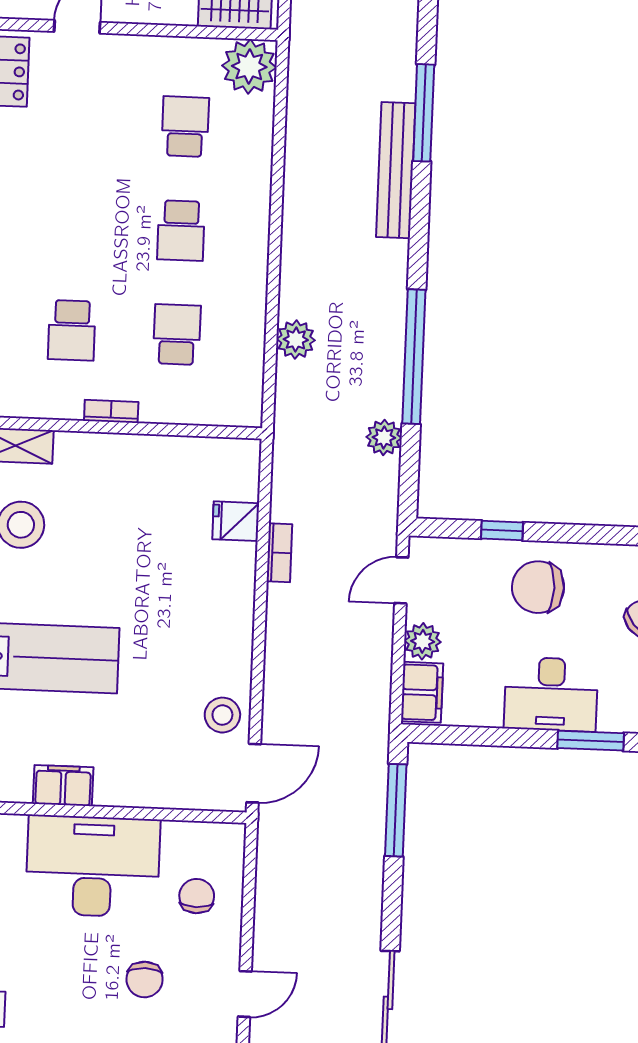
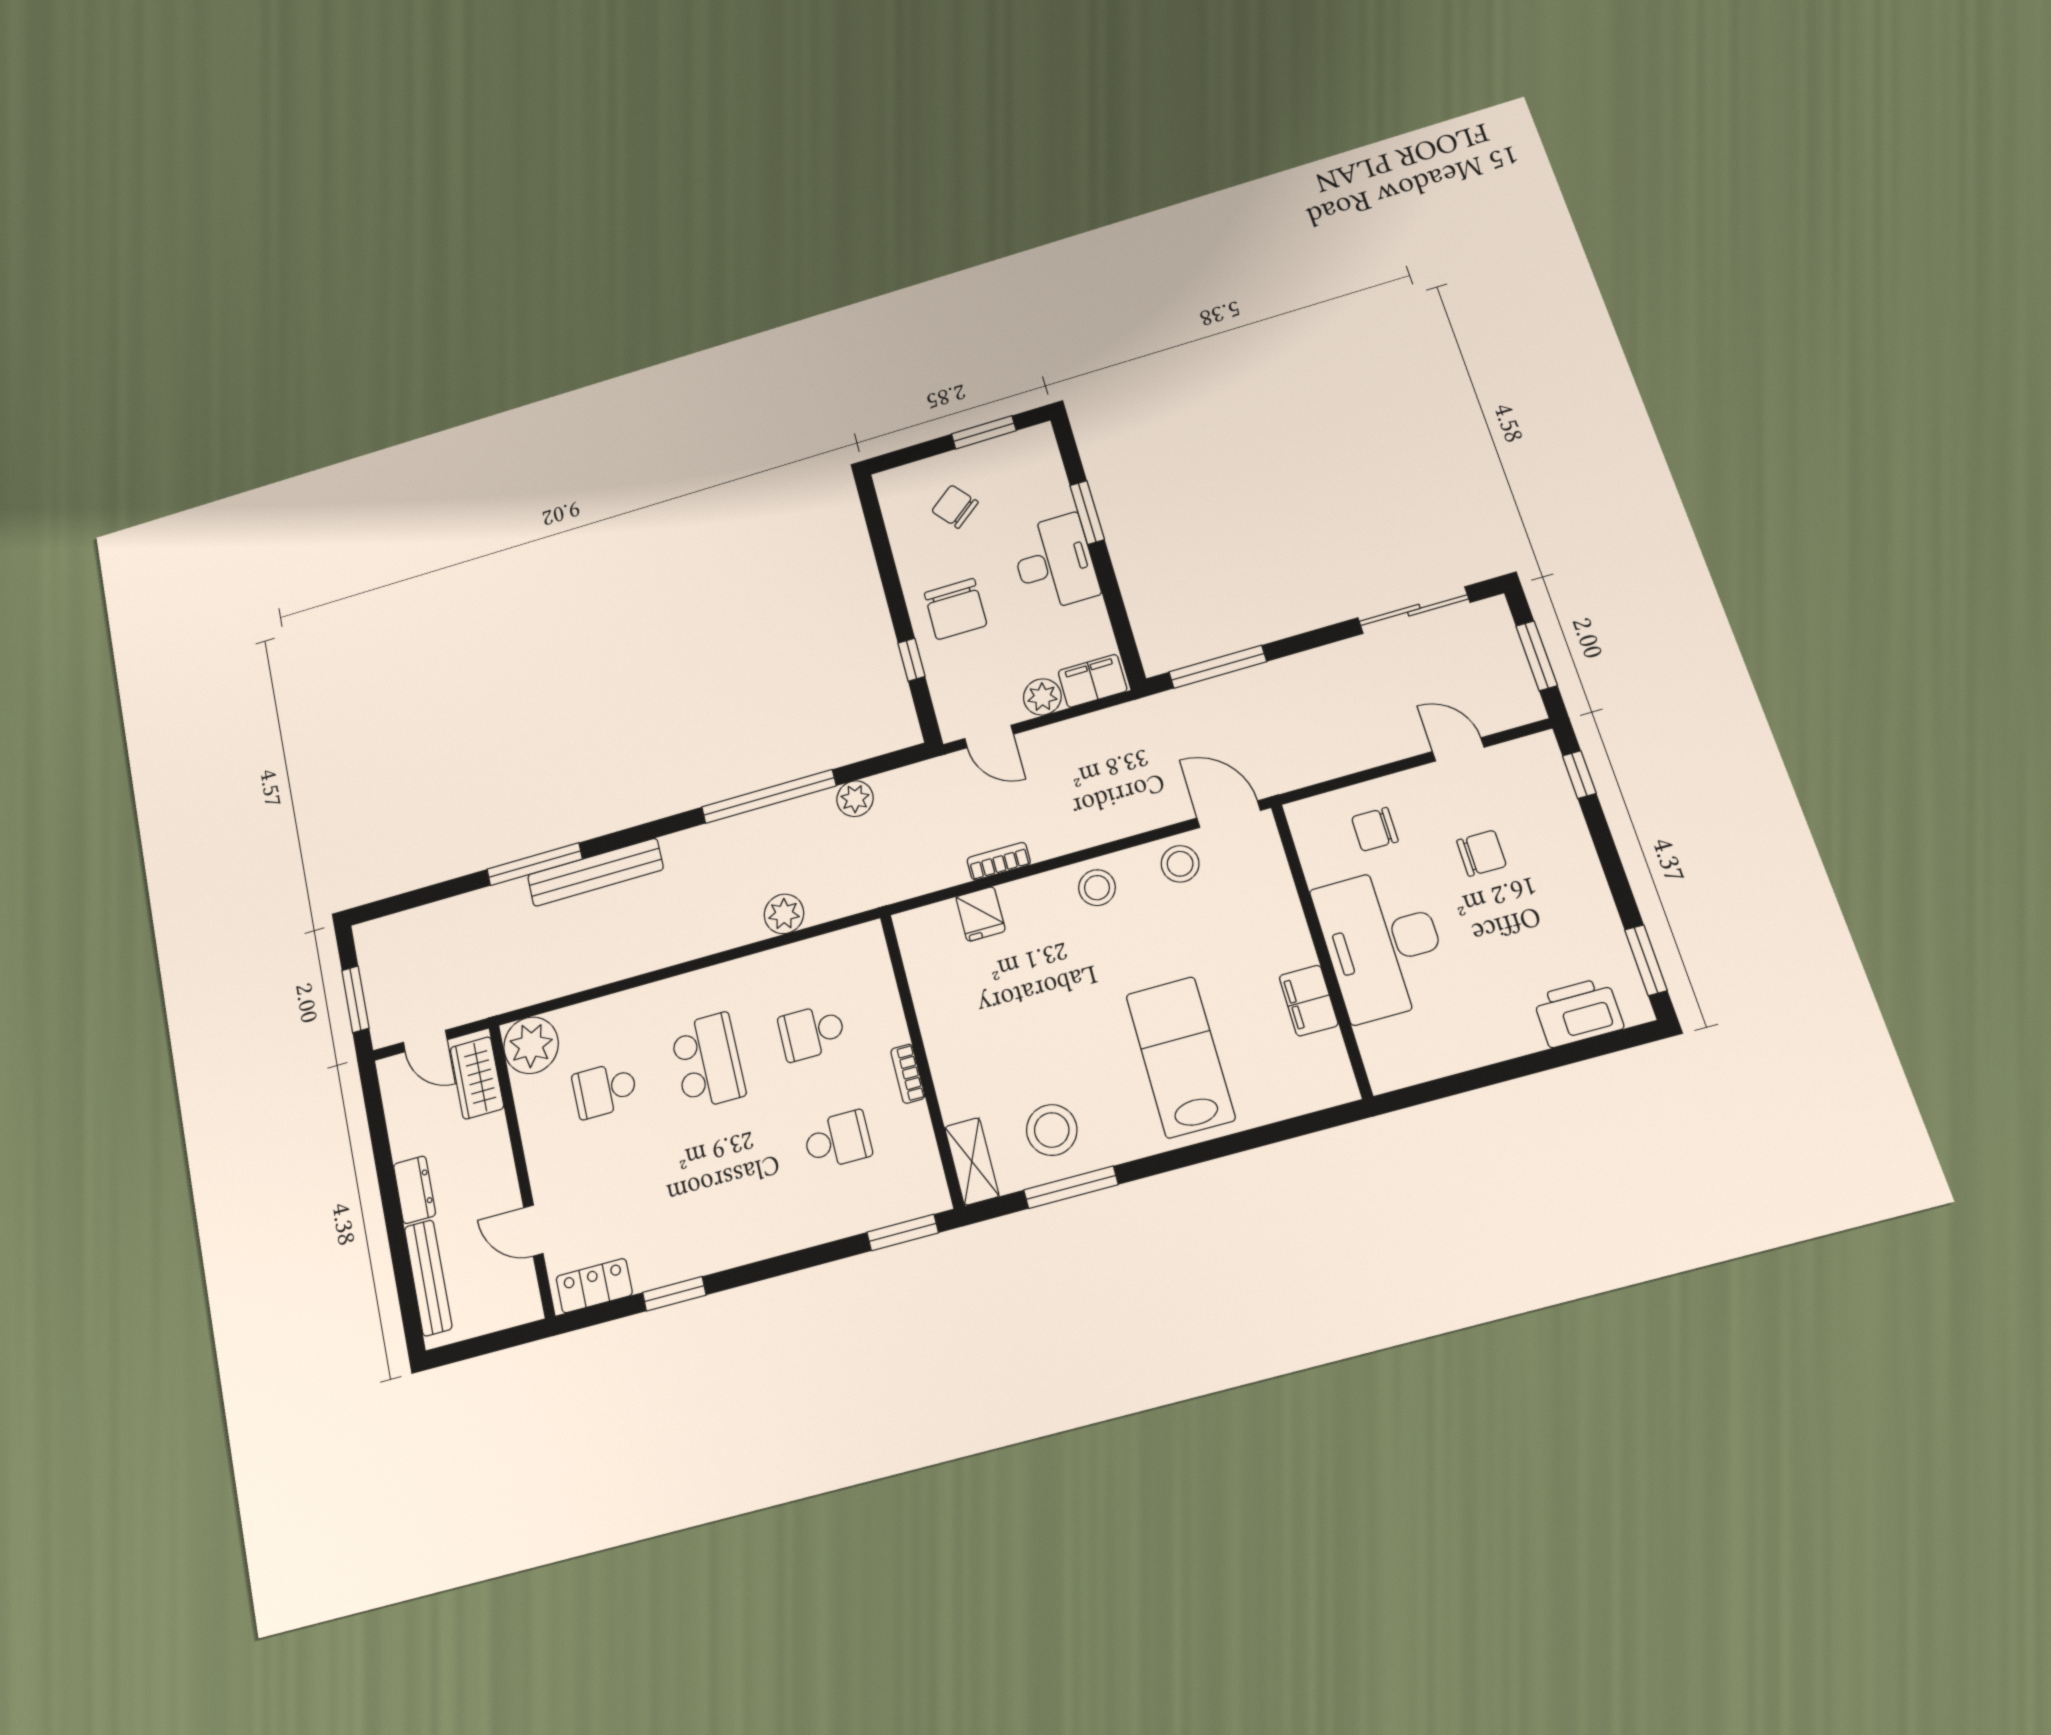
school desk: (181, 231) -> (708, 1061), width x1.85
stool: (225, 634) -> (1097, 888), added

